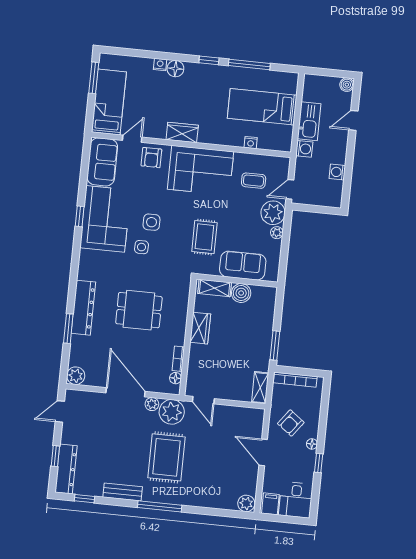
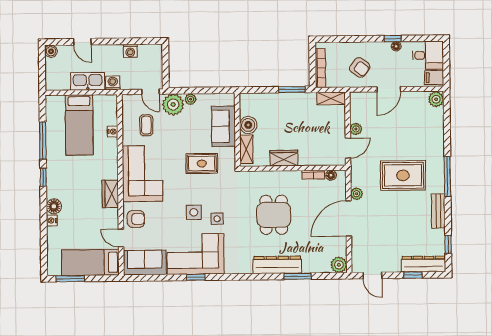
plant: (172, 412) -> (356, 129), moved, width x0.53, depth x0.53
floor lamp: (312, 444) -> (396, 46), moved

